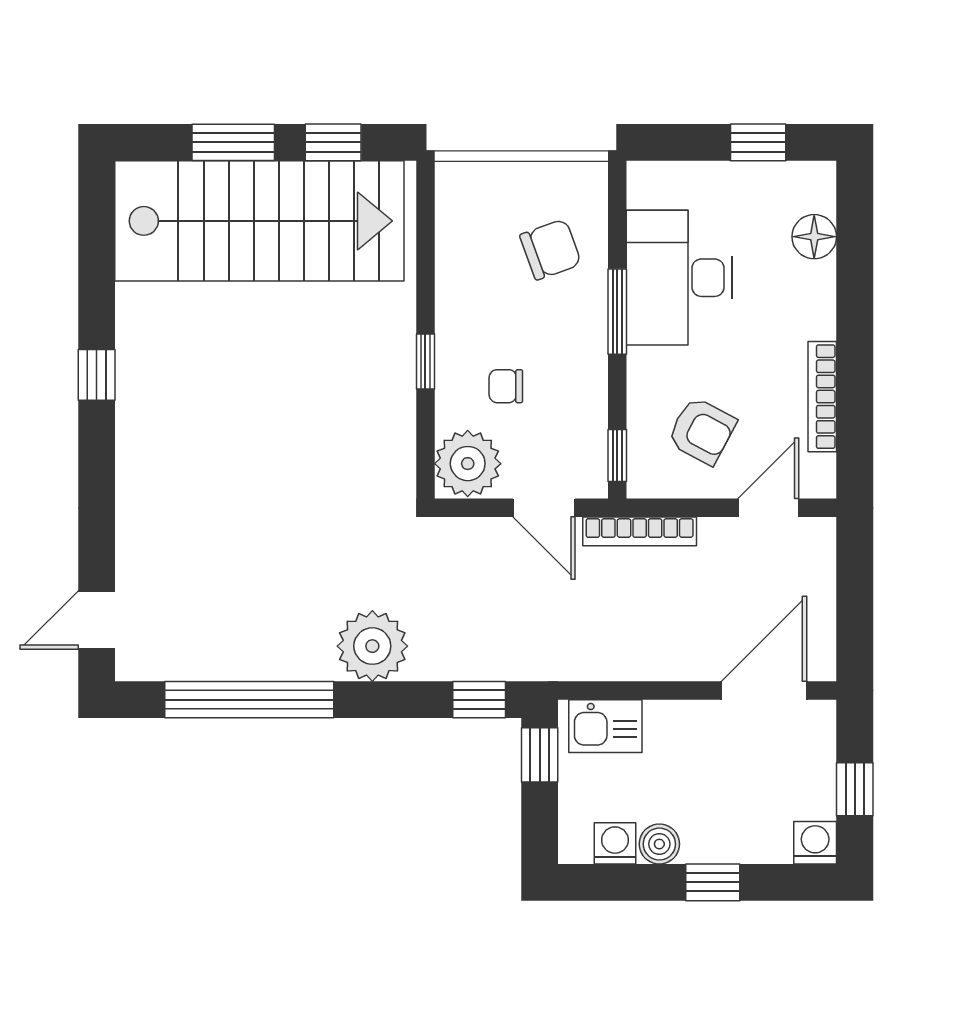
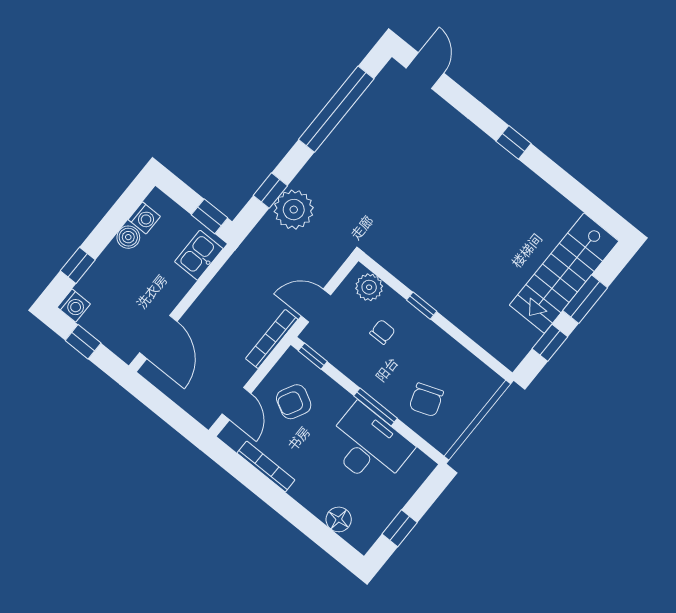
stairs: (259, 221) -> (564, 273), width x0.73, depth x0.66
window: (97, 375) -> (514, 142), moved
plant: (468, 464) -> (369, 287), width x0.73, depth x0.73
plant: (372, 646) -> (294, 210), moved
window: (479, 700) -> (270, 191), moved
window: (713, 882) -> (78, 265), moved

